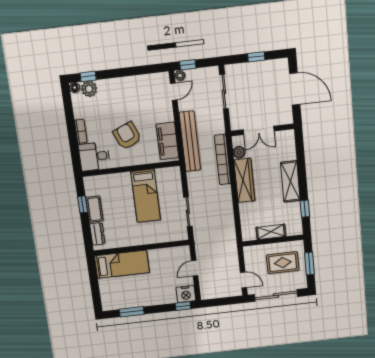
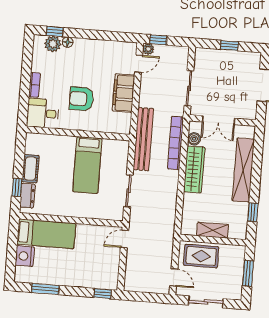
floor lamp: (75, 88) -> (68, 42), moved
sliding door: (224, 92) -> (189, 88), moved
armchair: (127, 136) -> (81, 99), turned -67
filing cabinet: (167, 141) -> (124, 93), moved
bench: (190, 141) -> (143, 139), moved
shelving: (290, 181) -> (243, 170), width x1.47
window: (83, 204) -> (17, 188), moved
rug: (283, 263) -> (201, 256), moved
door: (195, 268) -> (125, 239), moved
nightstand: (186, 294) -> (25, 256), moved, turned 90
sliding door: (276, 295) -> (206, 302), width x0.73

